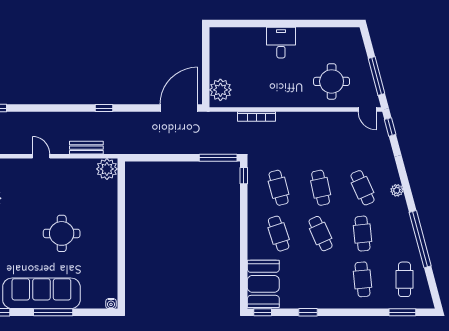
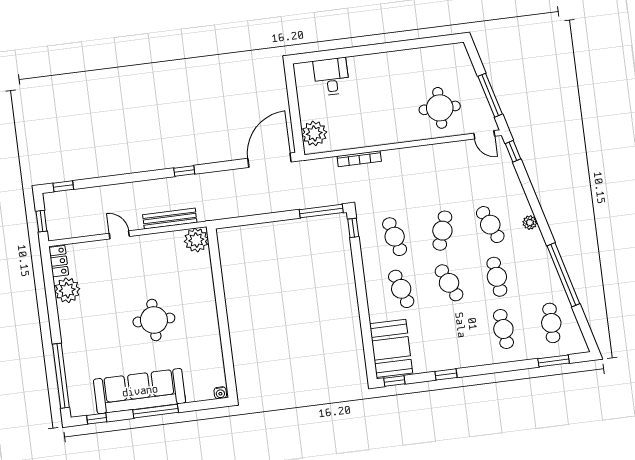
desk: (281, 43) -> (331, 77), moved
bench: (86, 148) -> (170, 219), width x1.36
cafe table: (321, 188) -> (442, 231), turned 30

